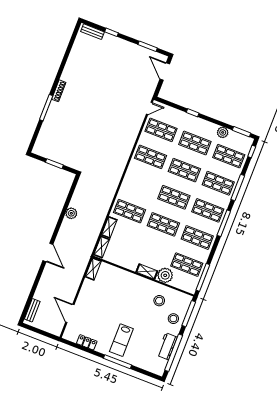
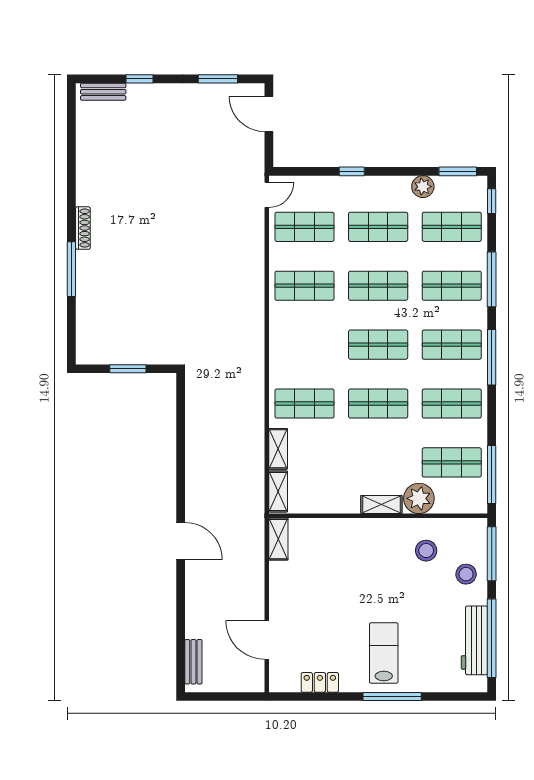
plant: (71, 213) -> (196, 450), removed
lab bench: (121, 340) -> (384, 653), turned 180
workbench: (167, 346) -> (474, 640), width x1.38

